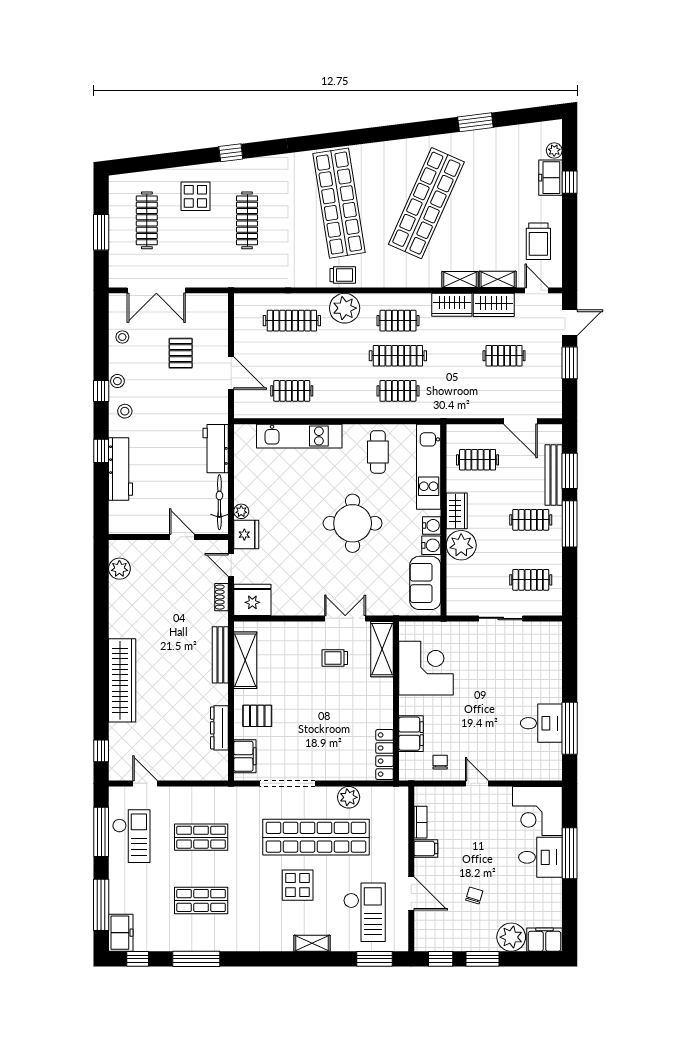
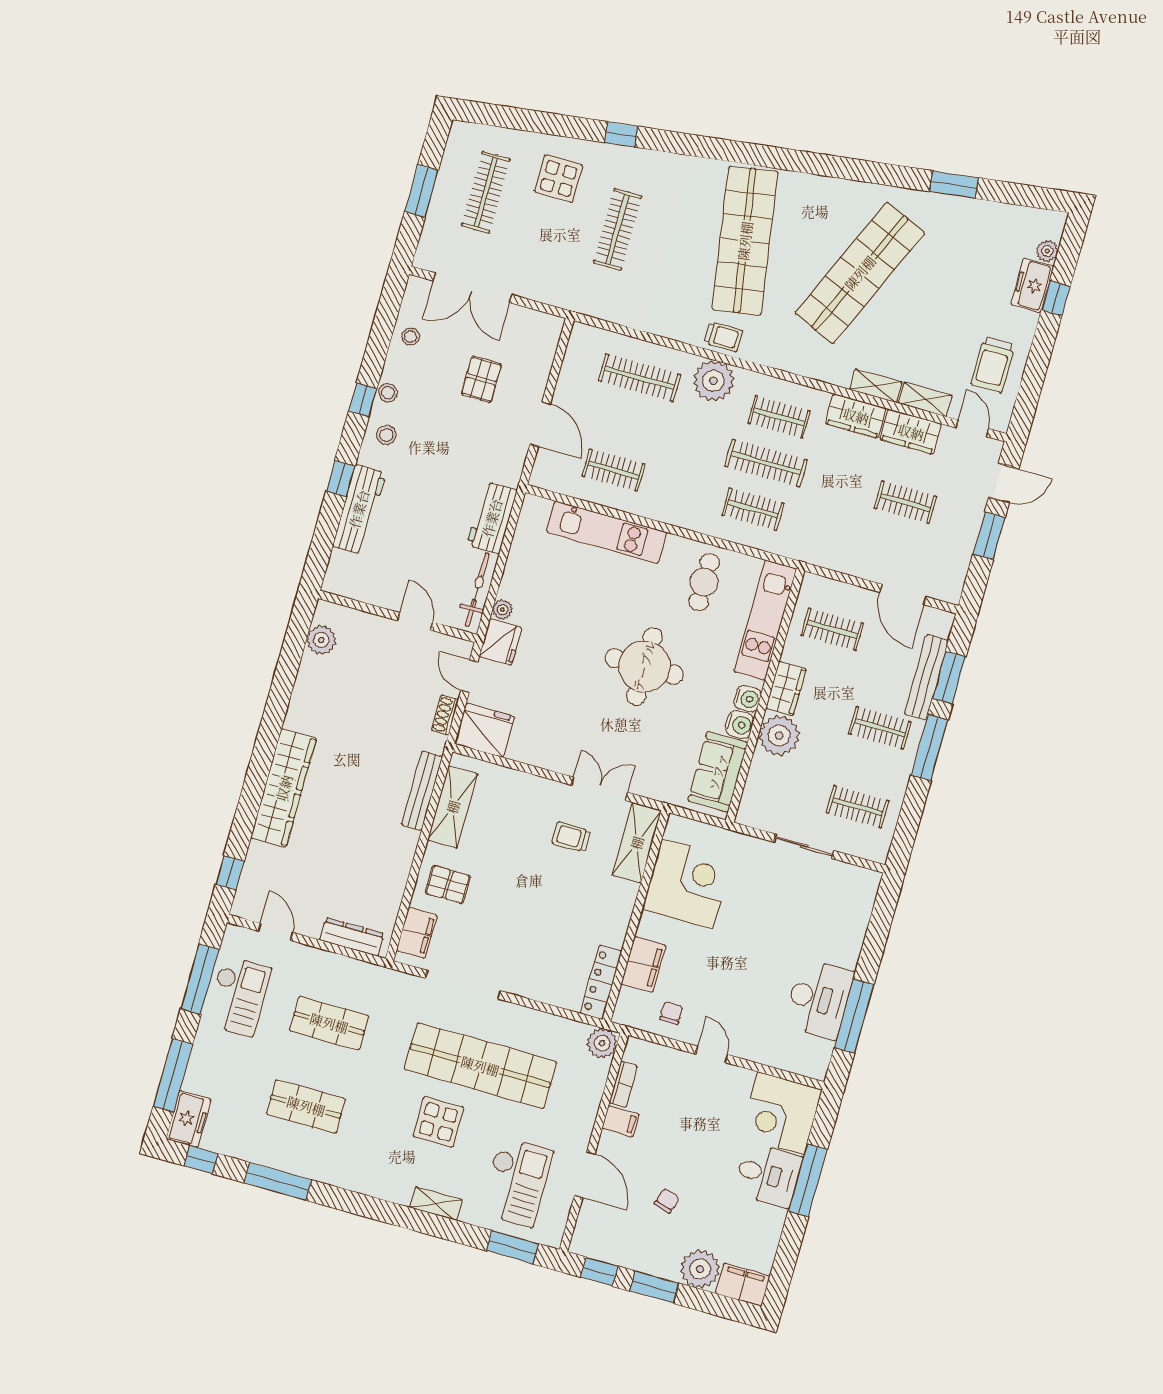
desk: (541, 723) -> (819, 999), width x1.37
dresser: (219, 728) -> (352, 937), moved, turned 90
plant: (349, 797) -> (602, 1043), moved

